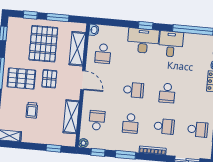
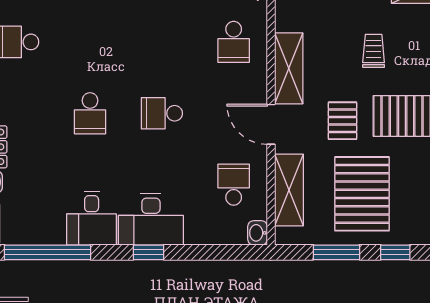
school desk: (167, 93) -> (90, 113), turned 180
shelving: (71, 117) -> (289, 68), moved
school desk: (130, 123) -> (162, 42), removed
school desk: (164, 126) -> (90, 42), removed

